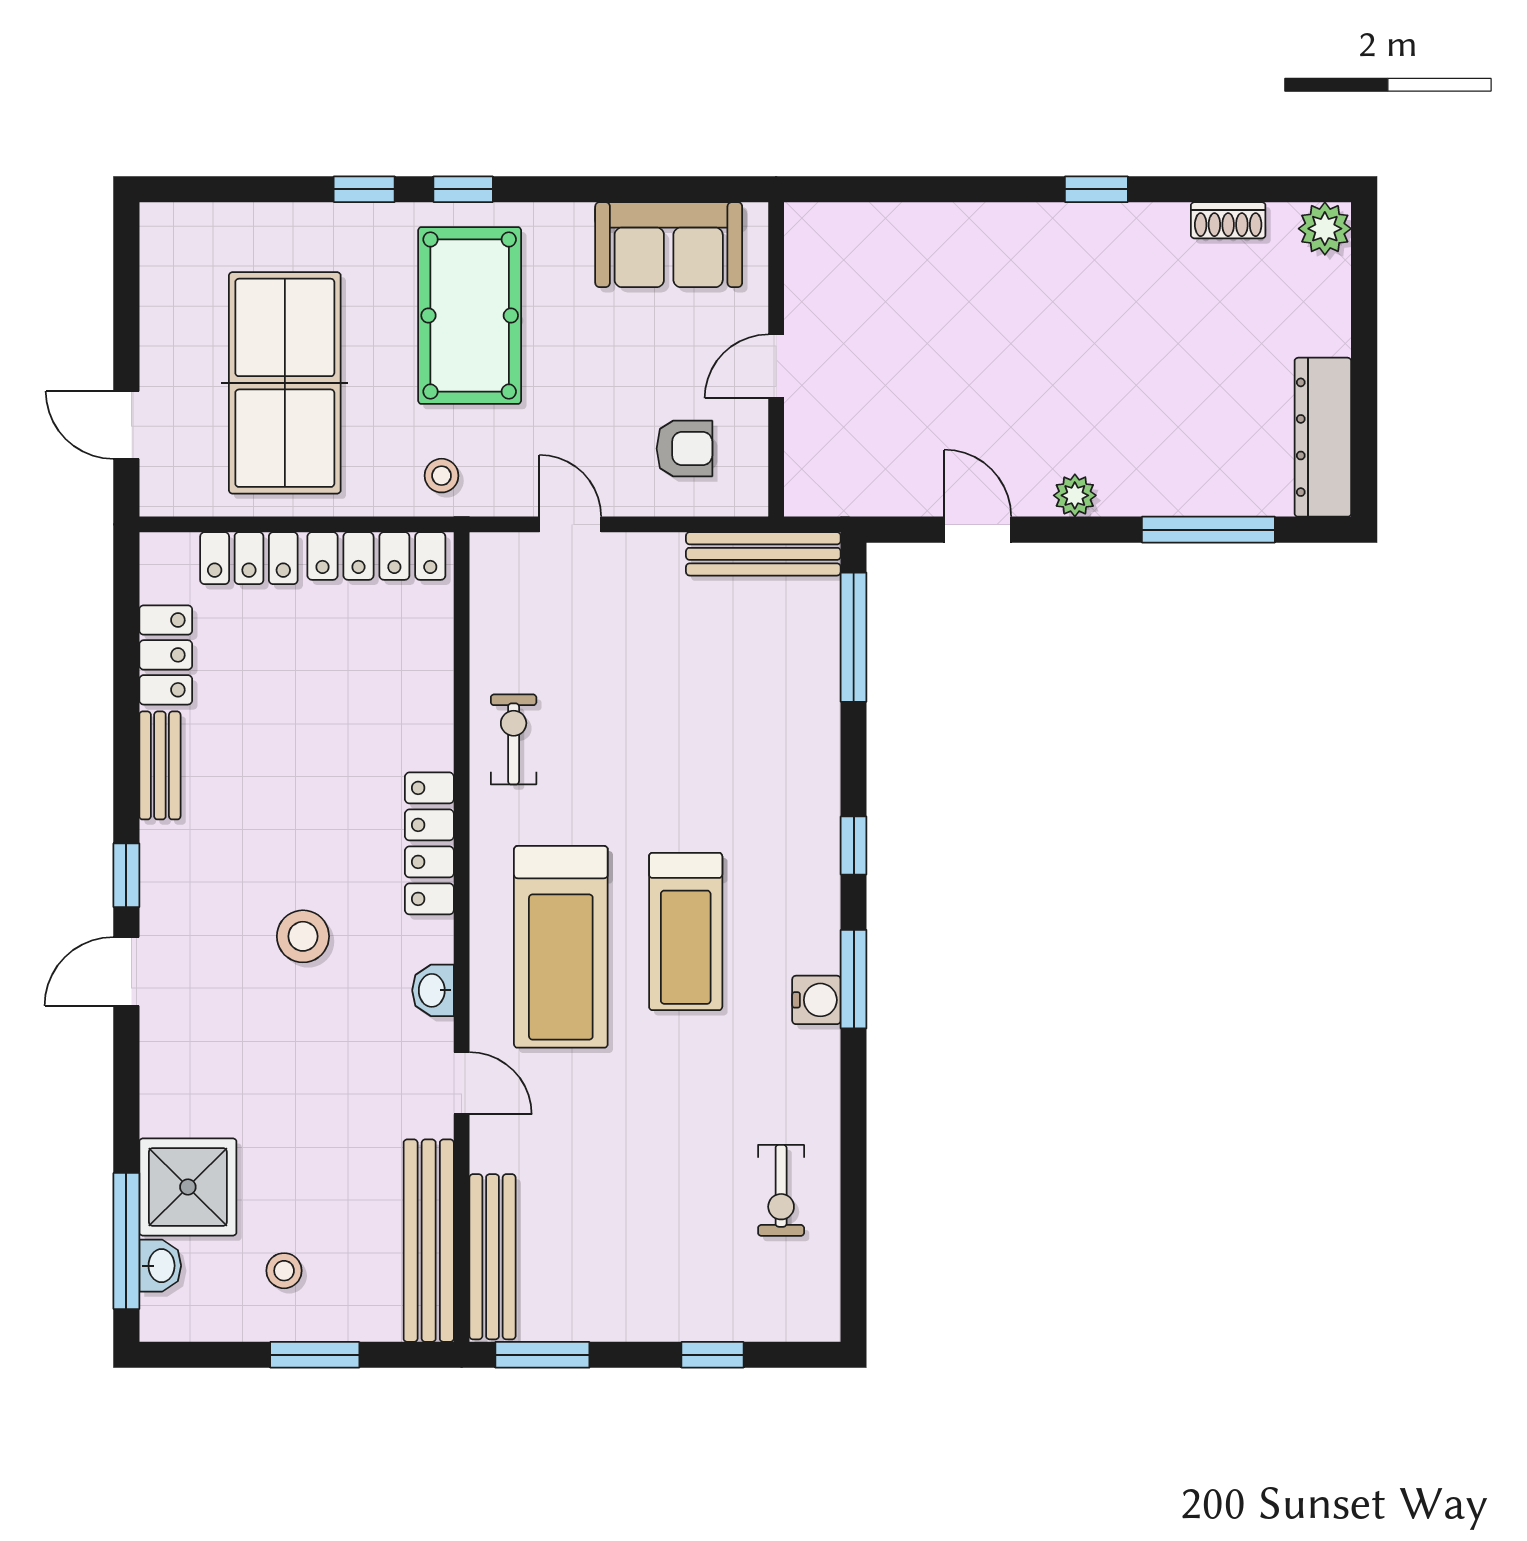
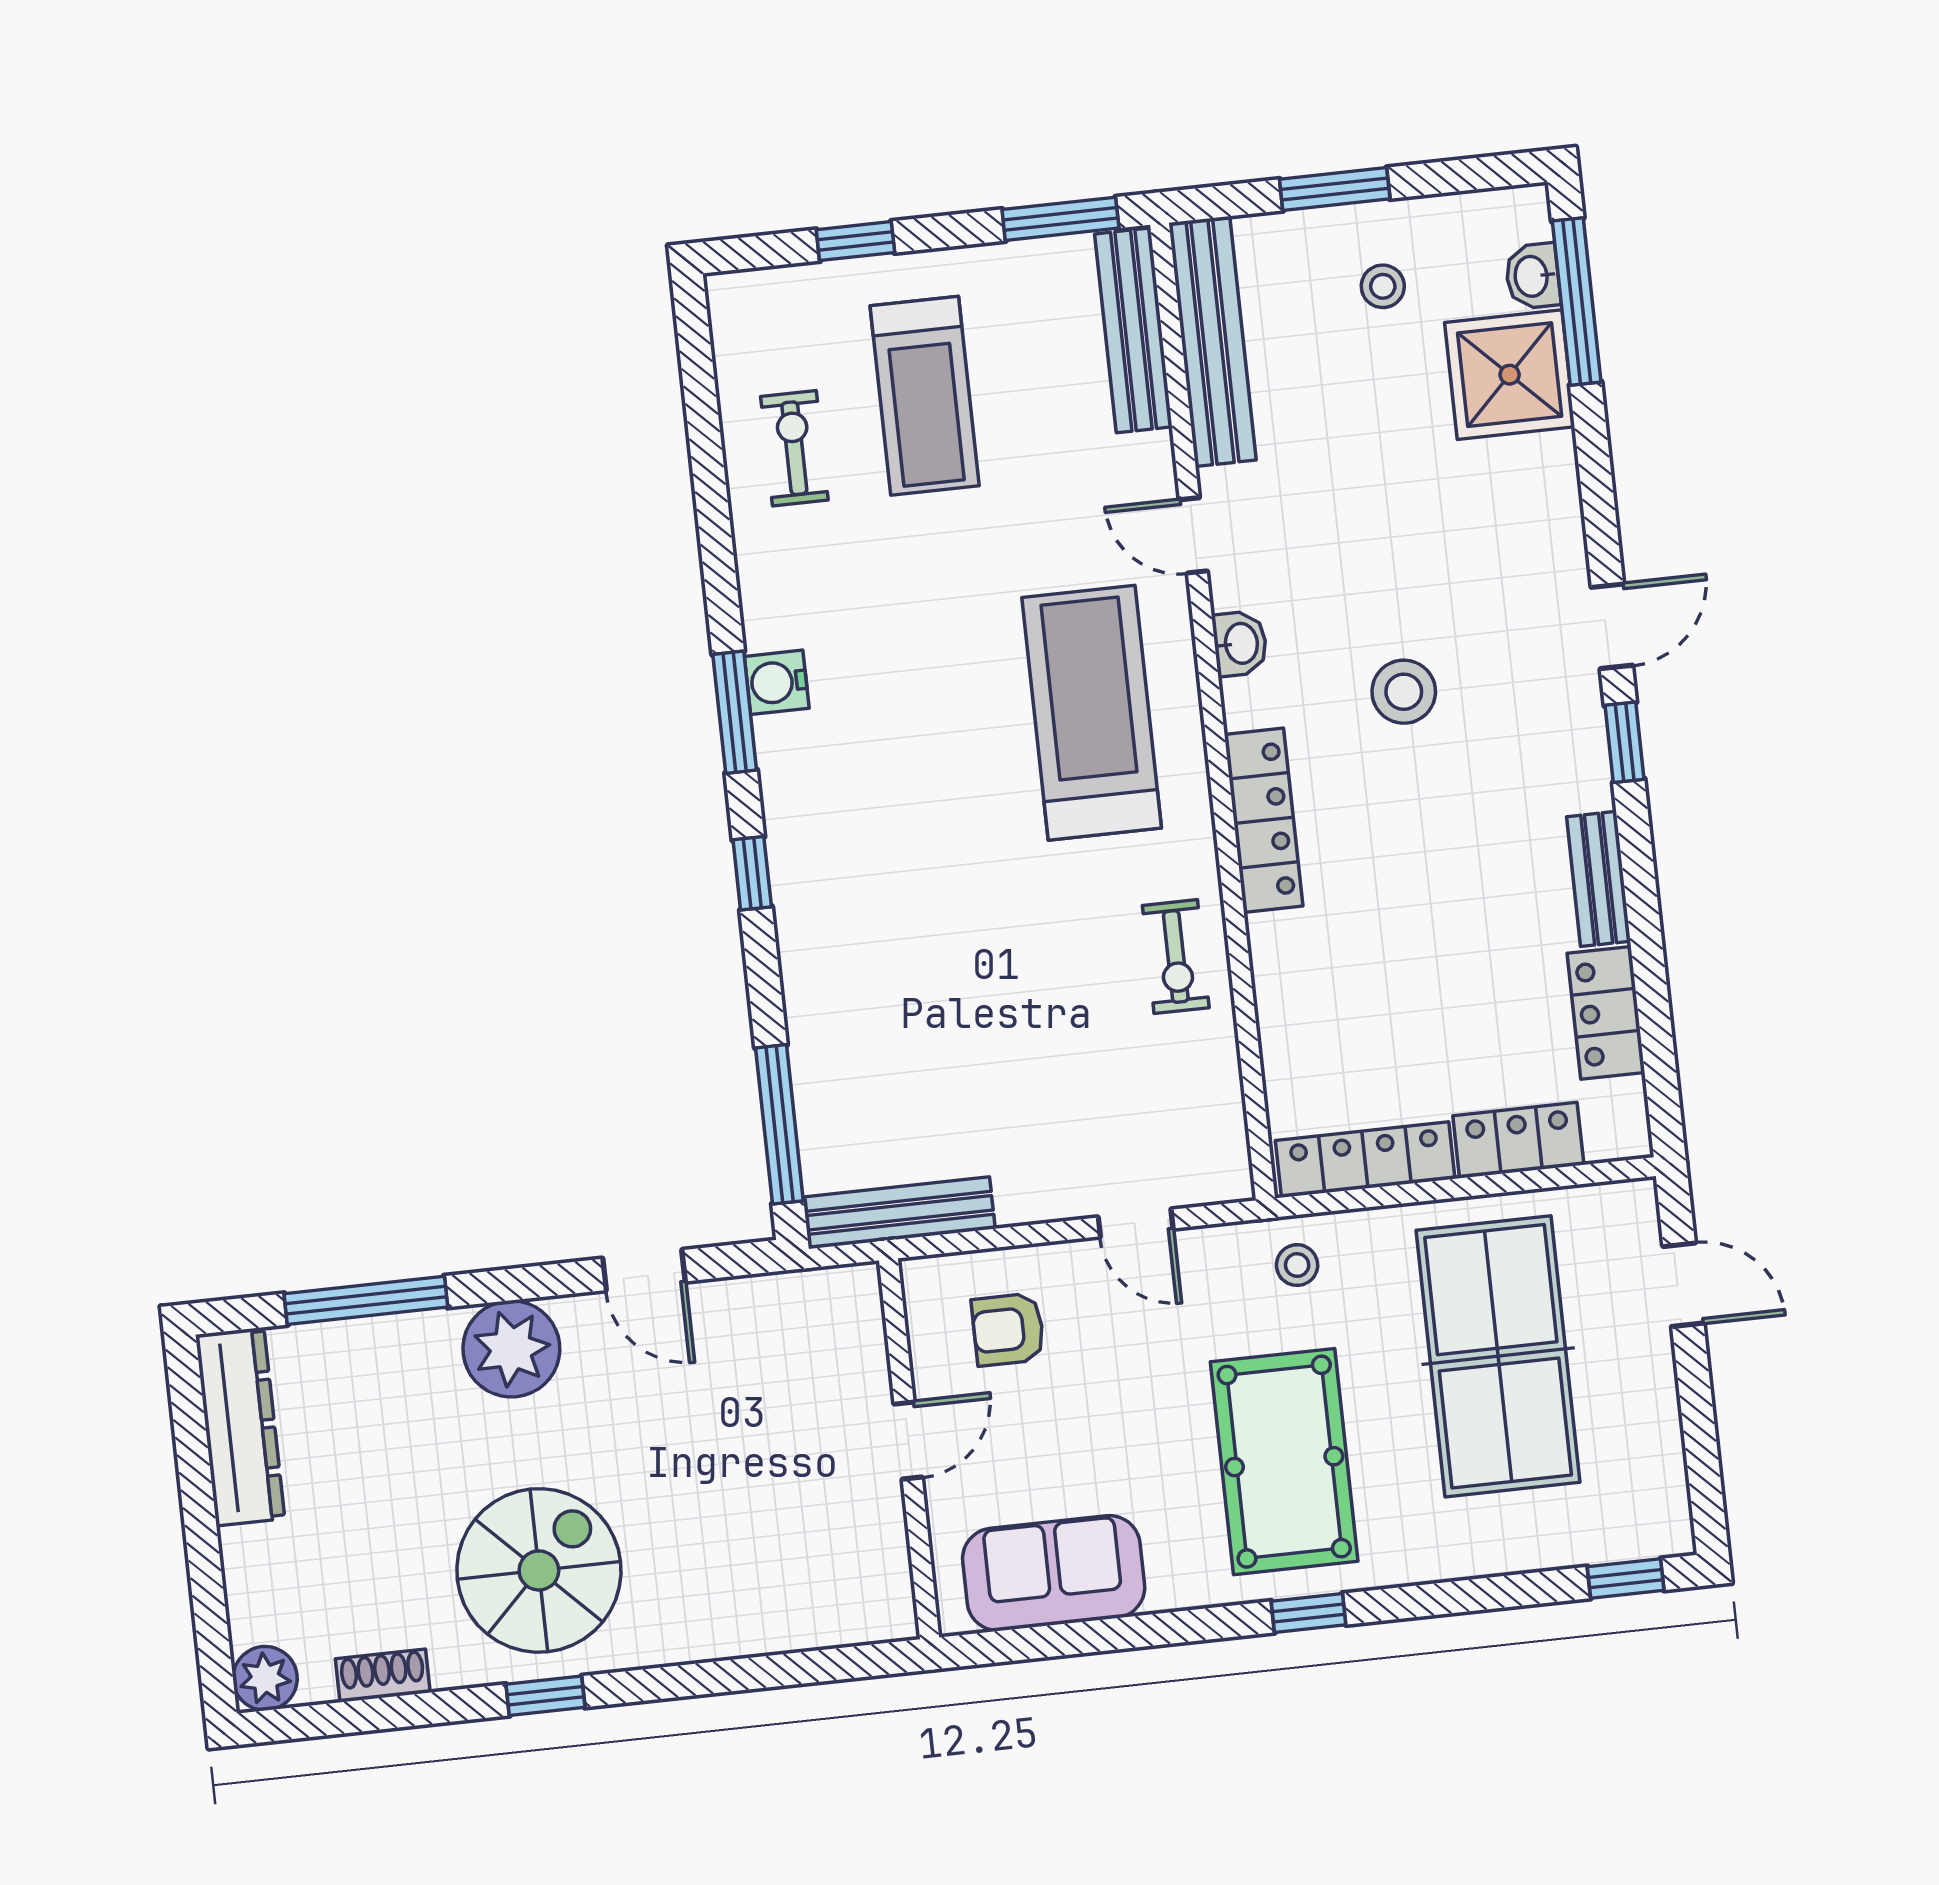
window: (364, 189) -> (1626, 1578), moved
spiral stairs: (1091, 293) -> (539, 1570), added
plant: (1075, 495) -> (511, 1349), width x1.87, depth x1.87
treadmill: (686, 931) -> (925, 396), moved, turned 180

